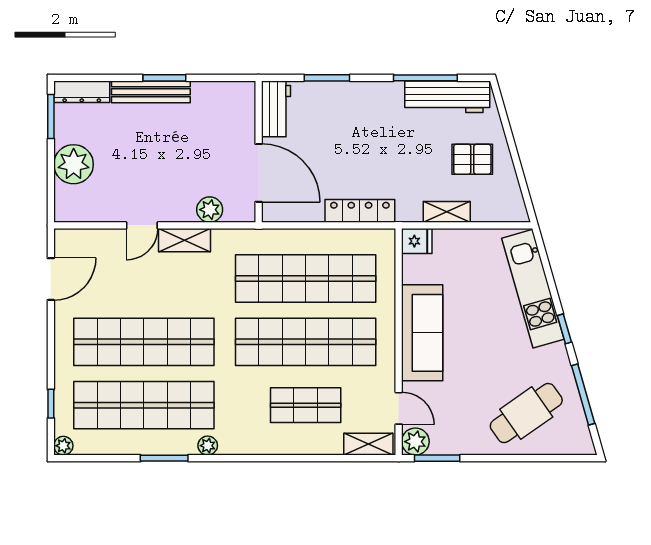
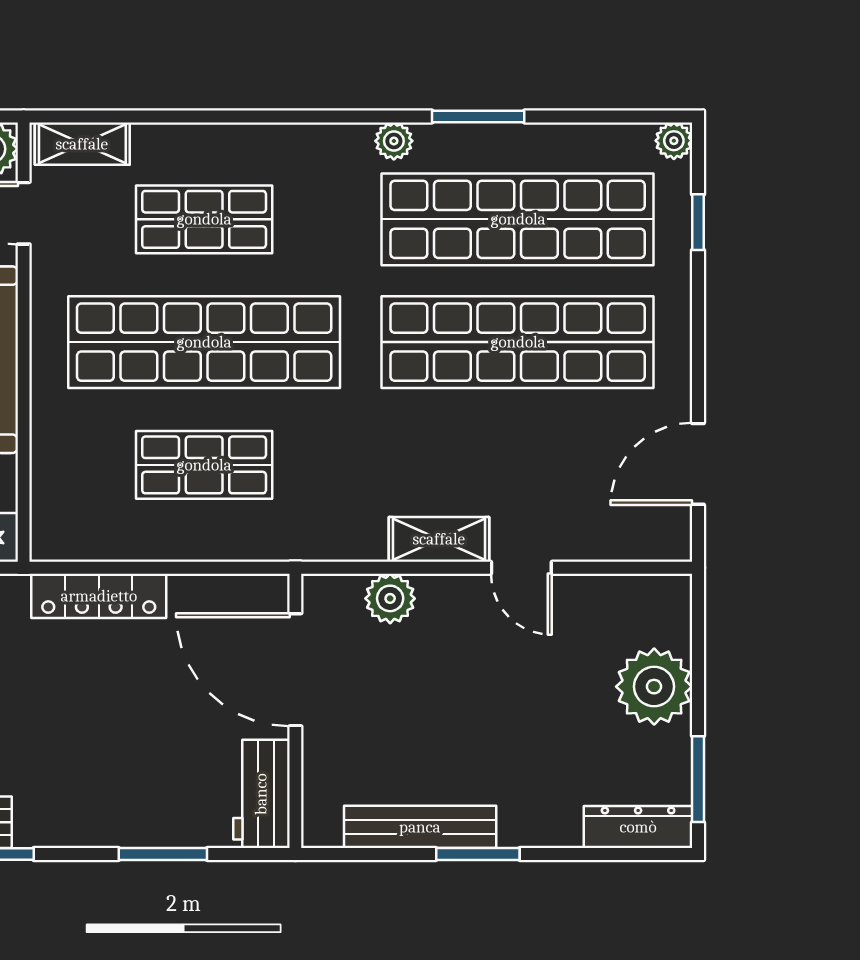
bench: (151, 92) -> (420, 827), moved
door: (142, 225) -> (521, 568), swing flipped
shop shelf: (306, 279) -> (204, 465), width x0.50, depth x0.74

